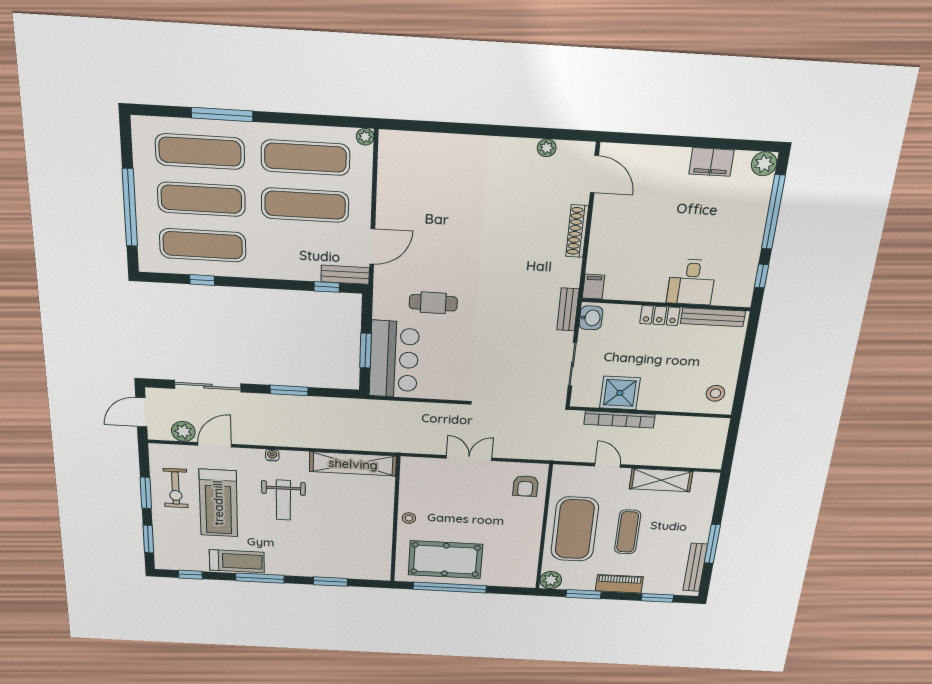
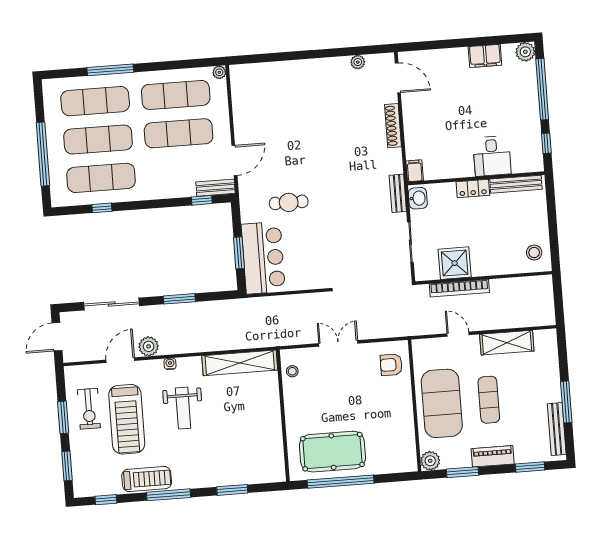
plant: (183, 431) -> (149, 346), moved
armchair: (526, 486) -> (391, 365), turned 90
stool: (409, 518) -> (292, 371), moved

